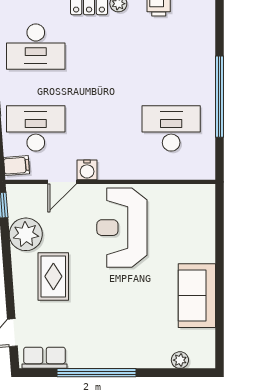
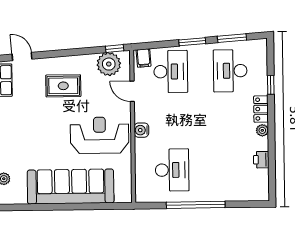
water cooler: (87, 170) -> (141, 130), moved
plant: (26, 234) -> (109, 64), moved
sofa: (197, 296) -> (71, 186), width x1.85, depth x1.27

